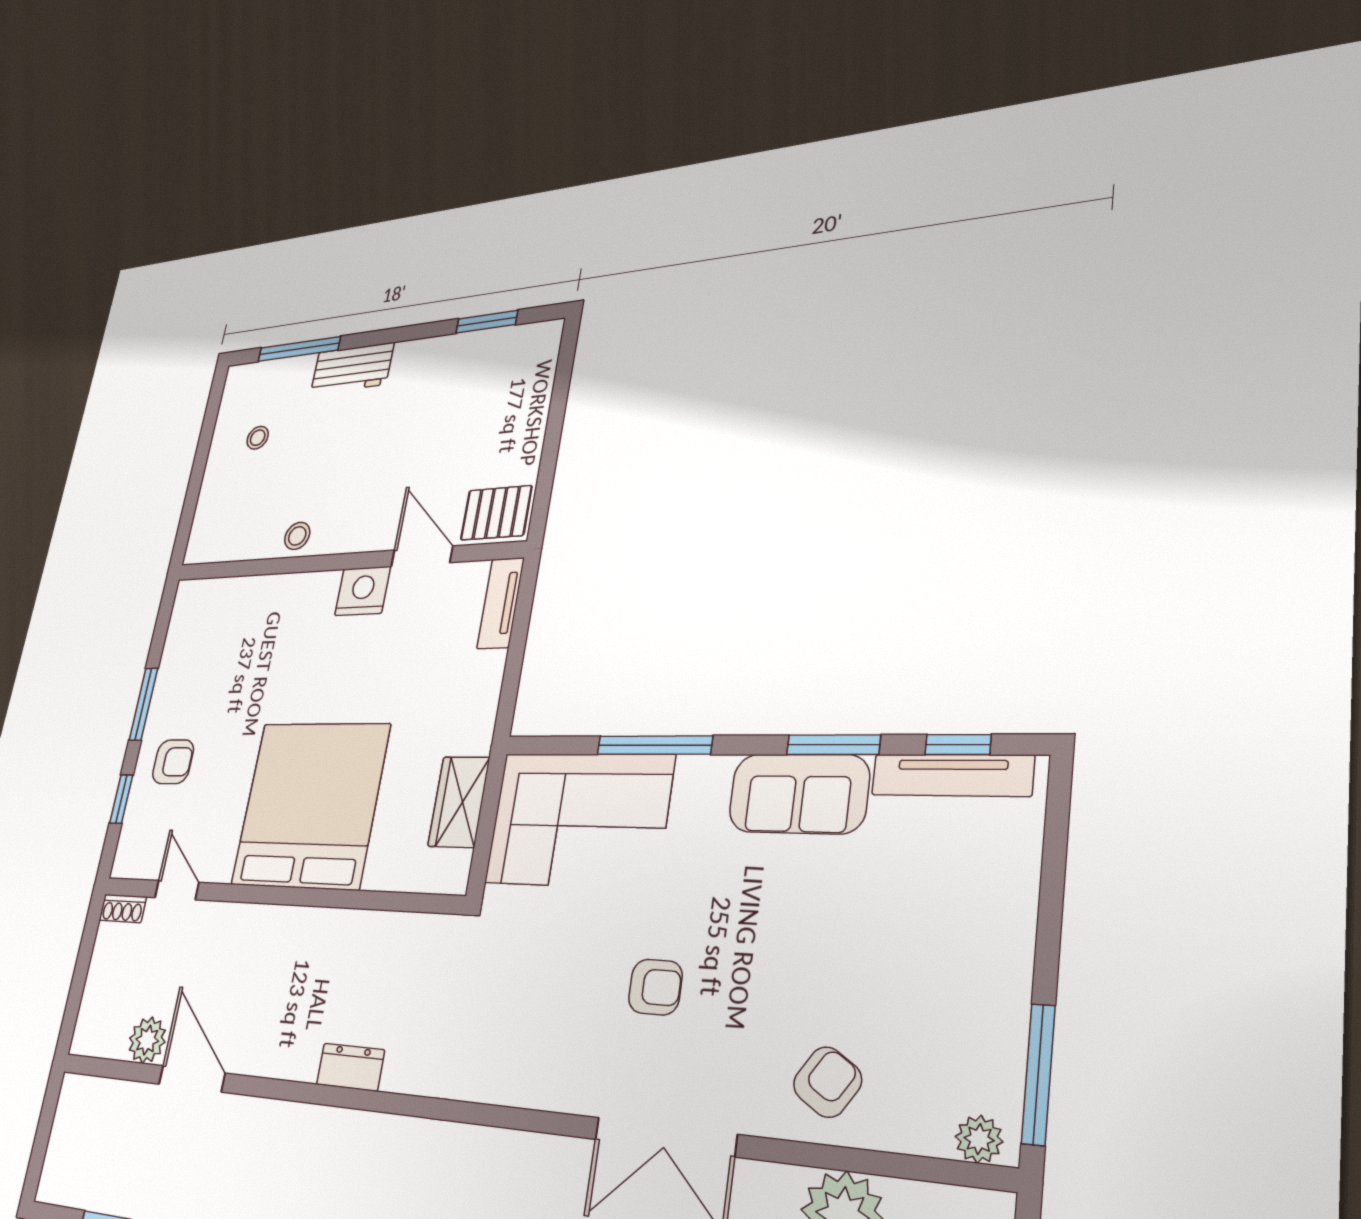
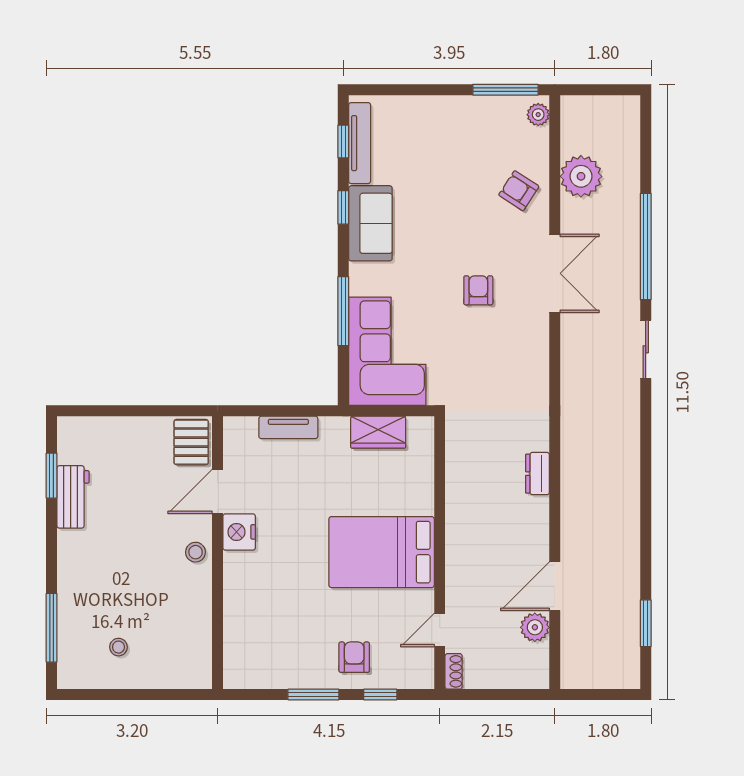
workbench: (352, 368) -> (73, 497), moved
stool: (297, 536) -> (196, 552), moved
tv unit: (501, 603) -> (288, 427), moved
window: (833, 745) -> (343, 207), width x0.67
bed: (310, 805) -> (382, 552), width x0.73

